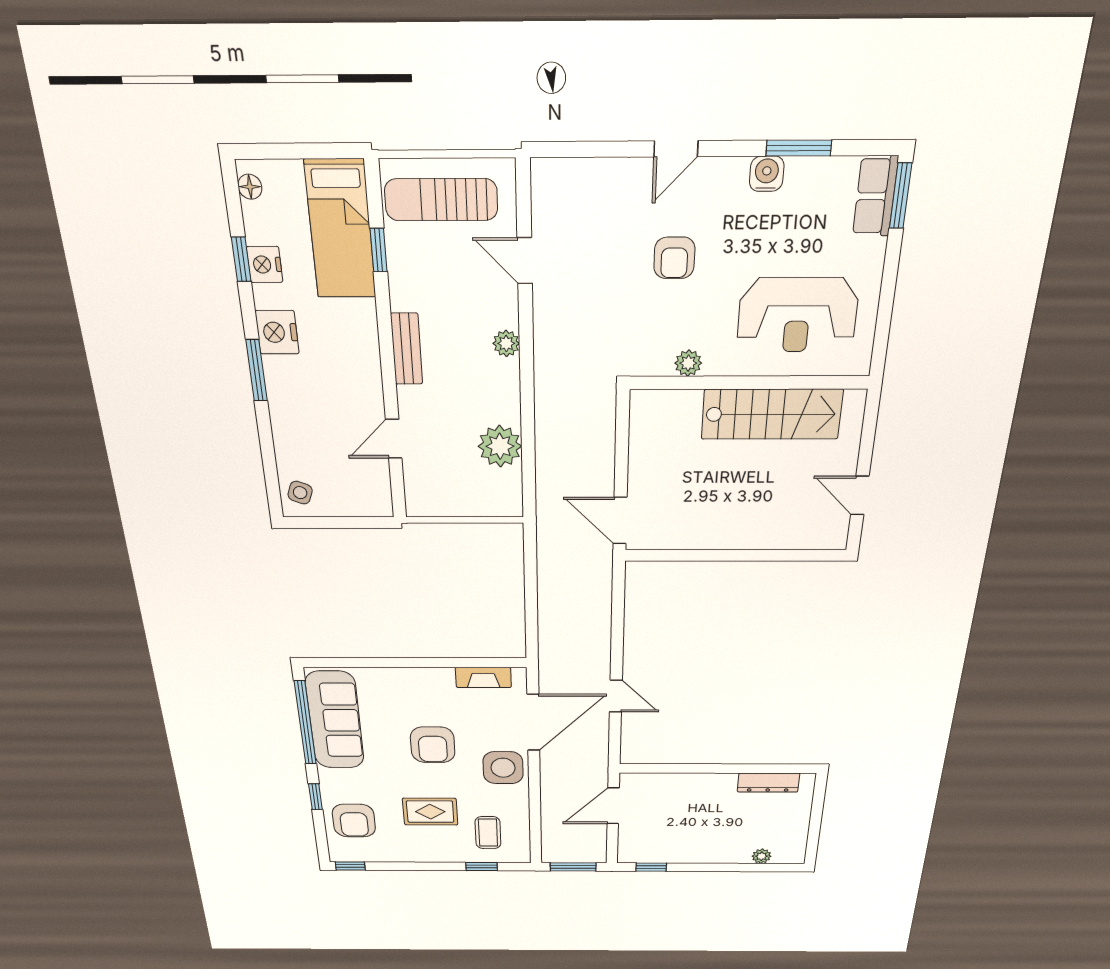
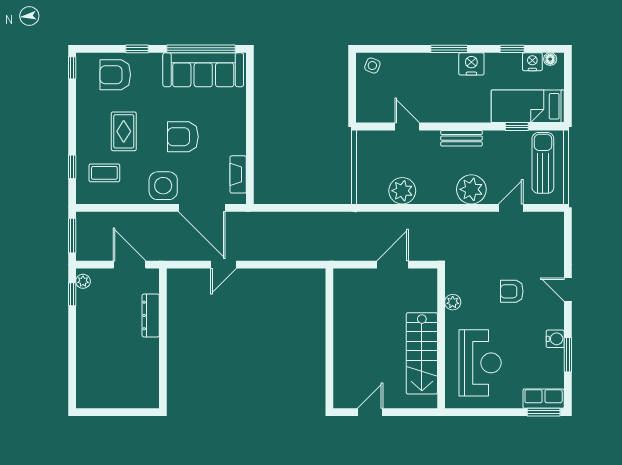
nightstand: (265, 265) -> (532, 62), moved
reception desk: (798, 315) -> (480, 363), turned 180
plant: (506, 343) -> (471, 189), width x1.87, depth x1.87
door: (620, 521) -> (393, 265), moved
dresser: (768, 783) -> (151, 315), moved
plant: (762, 856) -> (83, 281), moved

